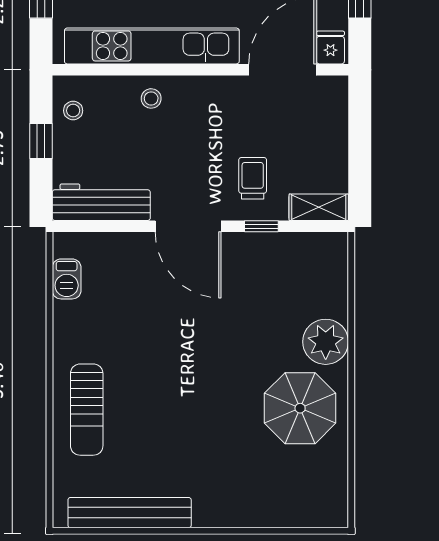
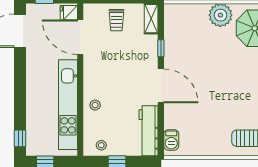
trolley: (253, 178) -> (116, 20), moved, turned -90
door: (188, 226) -> (161, 86), hinge flipped
barbecue: (67, 279) -> (171, 140), moved, turned 90

